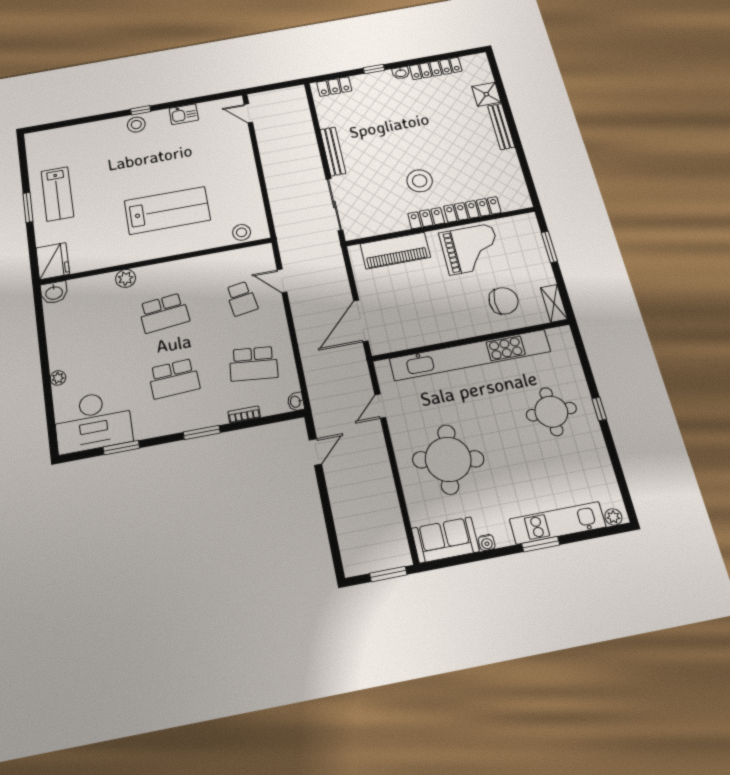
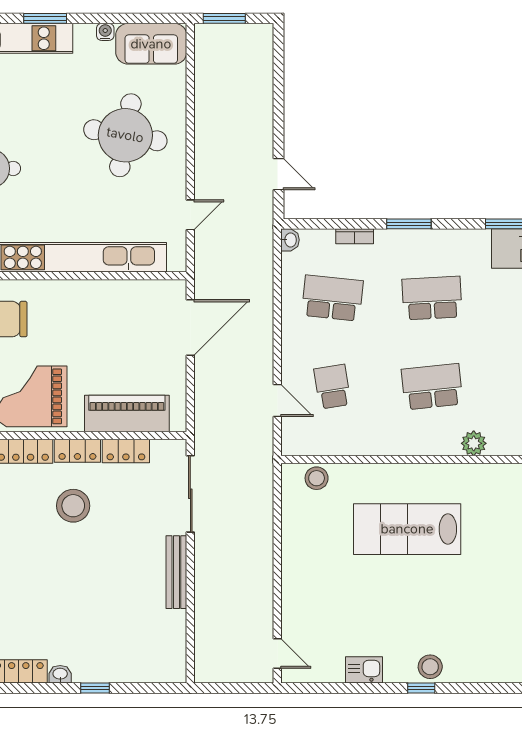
locker: (334, 87) -> (126, 451), moved, turned 180
door: (315, 452) -> (279, 174), swing flipped

